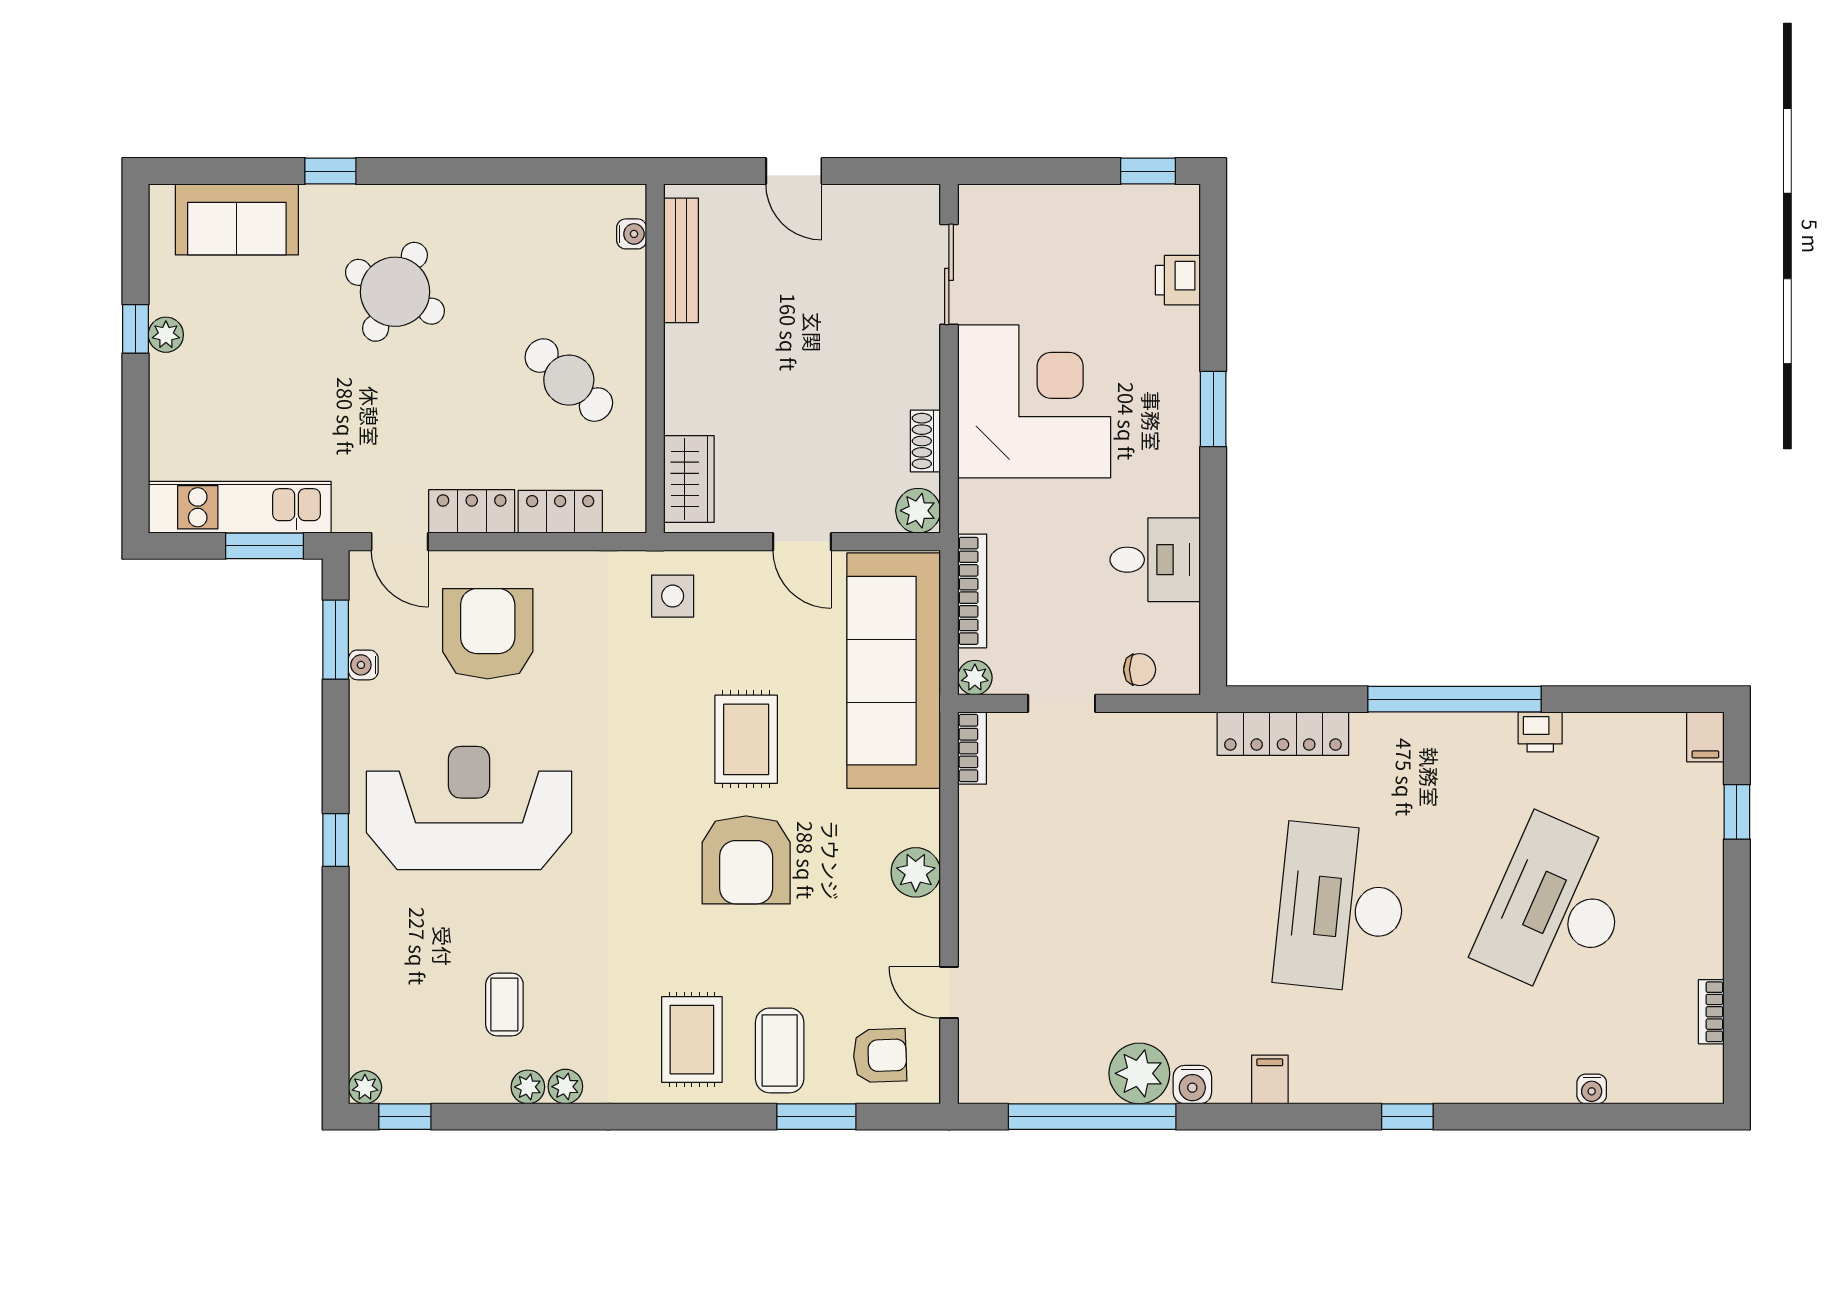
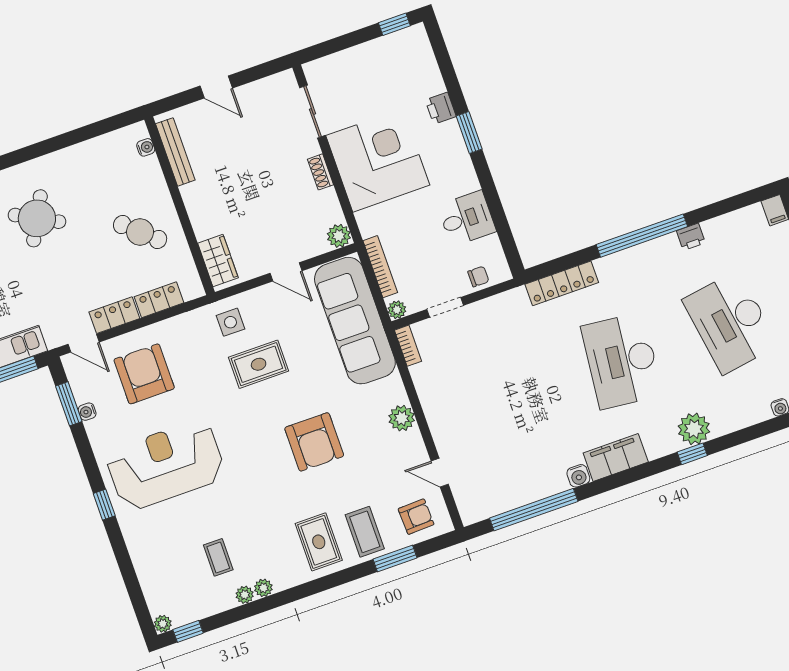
printer: (1178, 280) -> (441, 108), moved
shoe rack: (925, 441) -> (320, 172), moved
rug: (746, 739) -> (259, 364), moved, turned 90
desk: (1557, 908) -> (730, 322), turned -33
plant: (1139, 1073) -> (694, 429), moved
filing cabinet: (1270, 1079) -> (616, 457), width x3.00, depth x1.17

